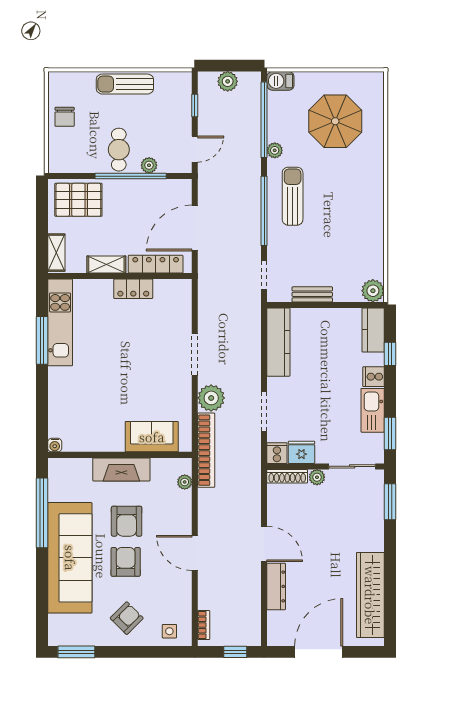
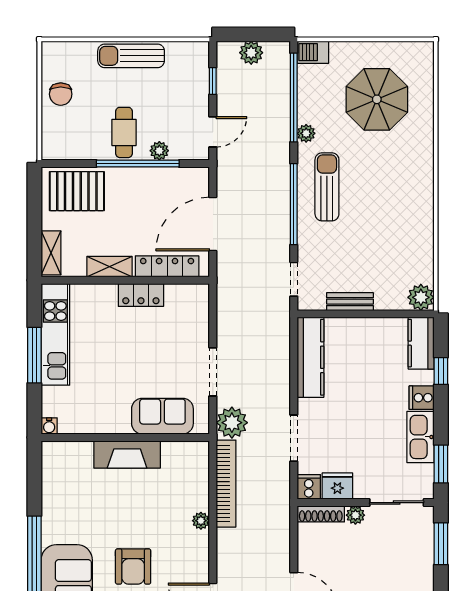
sofa: (152, 437) -> (162, 416), moved
water cooler: (55, 445) -> (49, 426), moved
wall: (120, 455) -> (125, 437), moved
fireplace: (121, 469) -> (127, 454), moved

